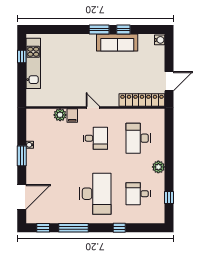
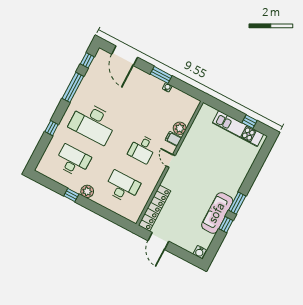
door: (93, 107) -> (171, 161), swing flipped
desk: (138, 194) -> (73, 161), width x1.37
window: (169, 198) -> (71, 195), moved

